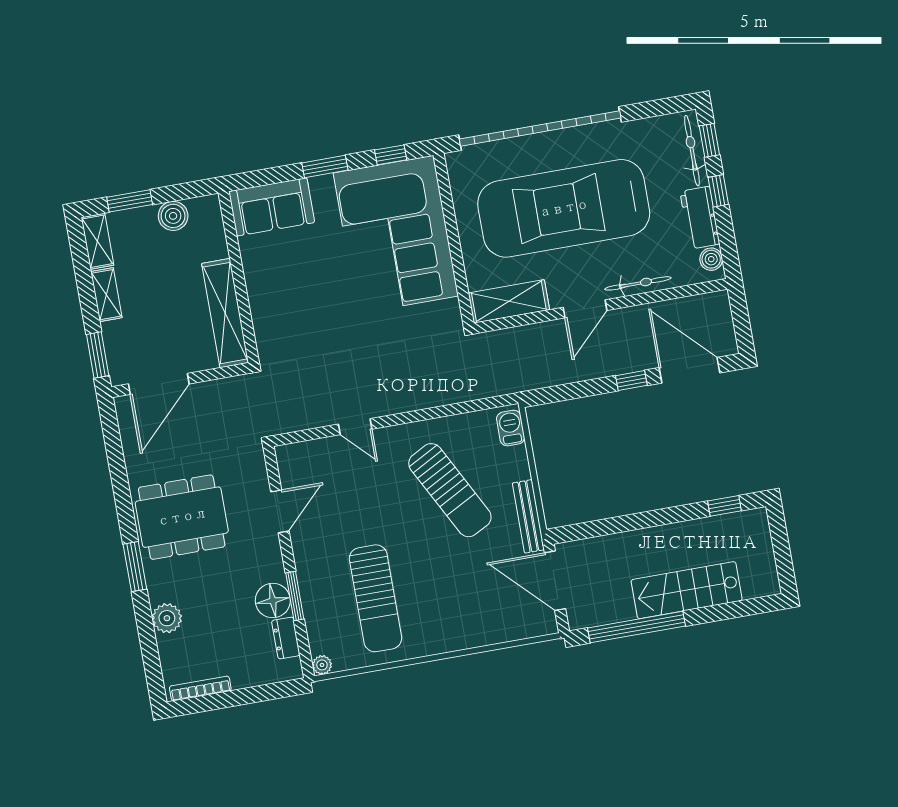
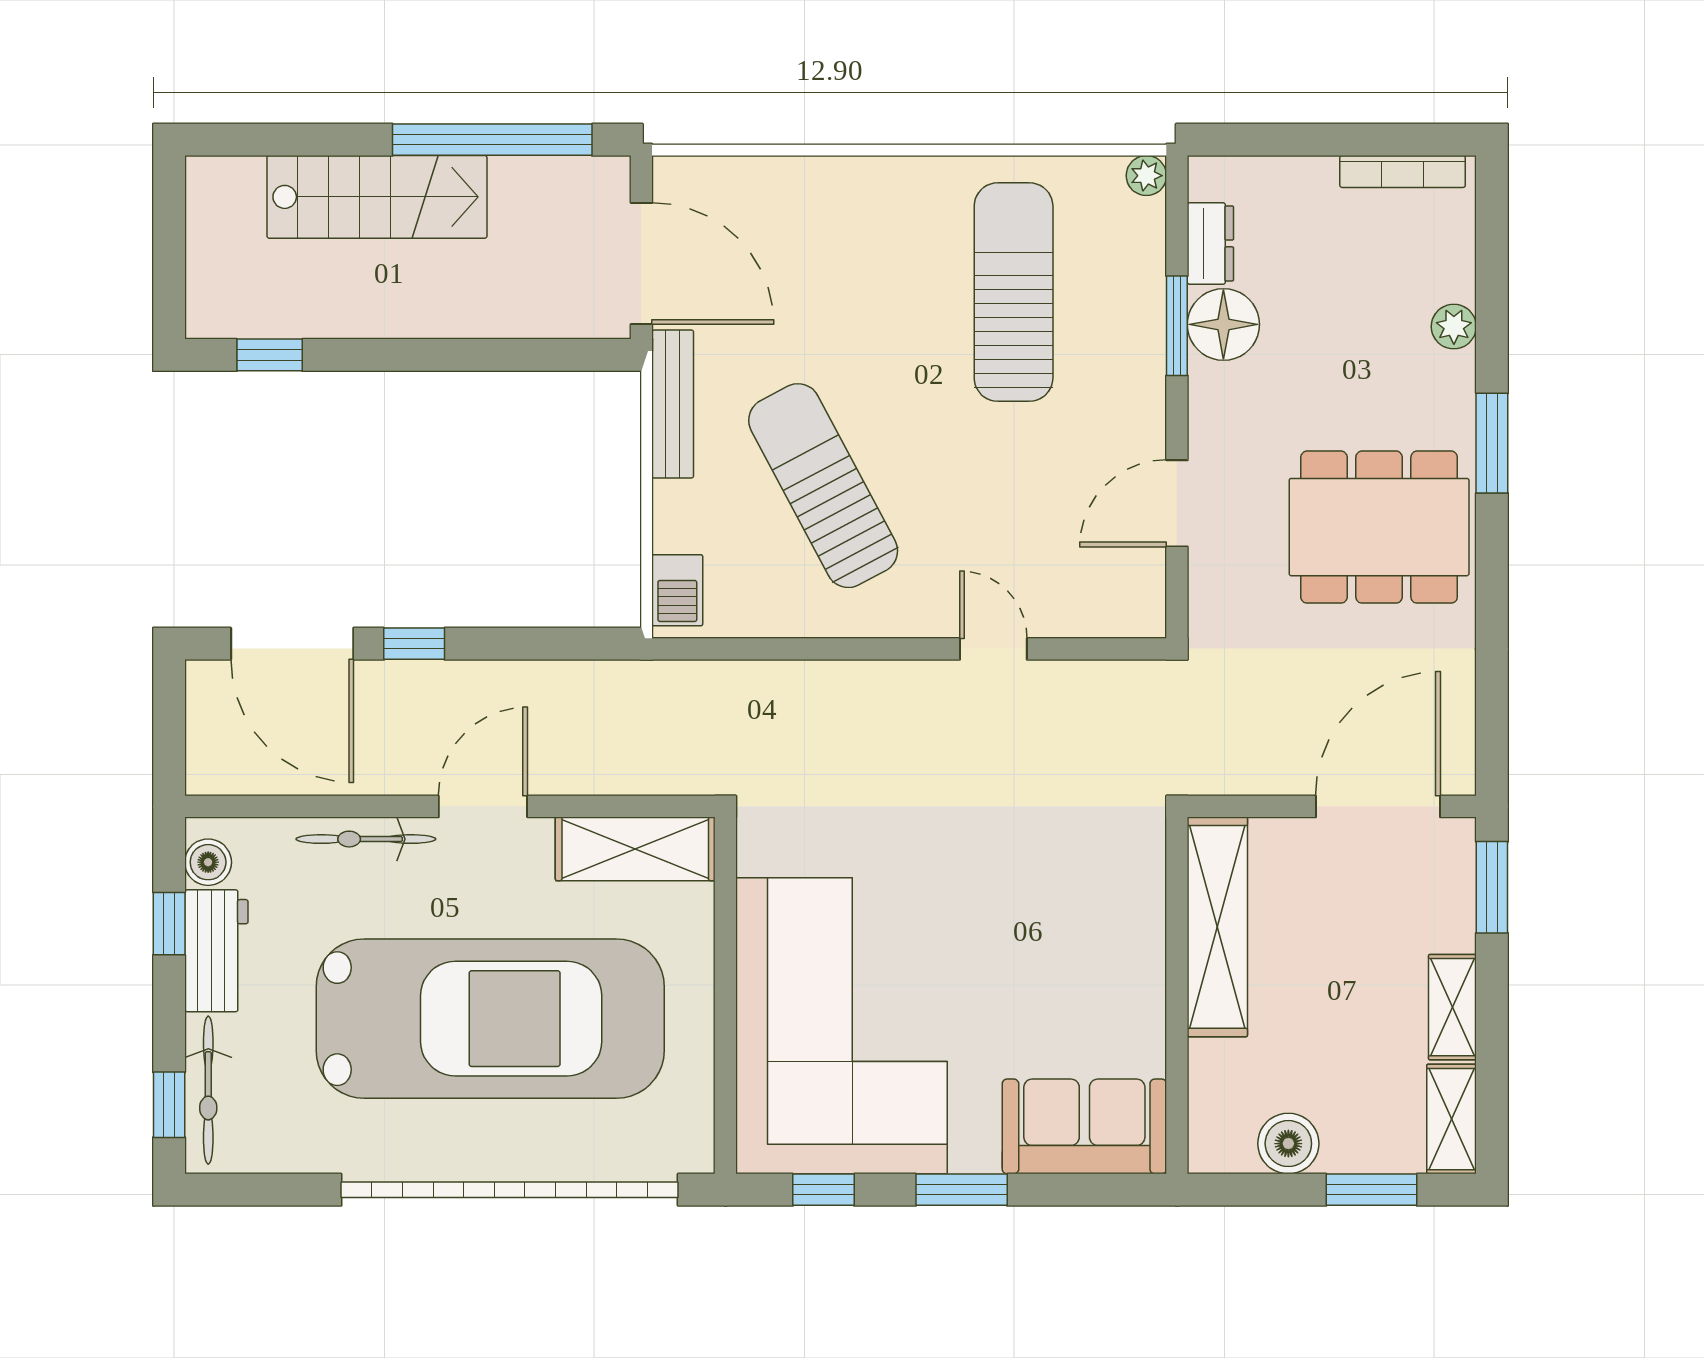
window: (718, 191) -> (169, 924), moved
plant: (167, 618) -> (1454, 327), width x0.73, depth x0.73

